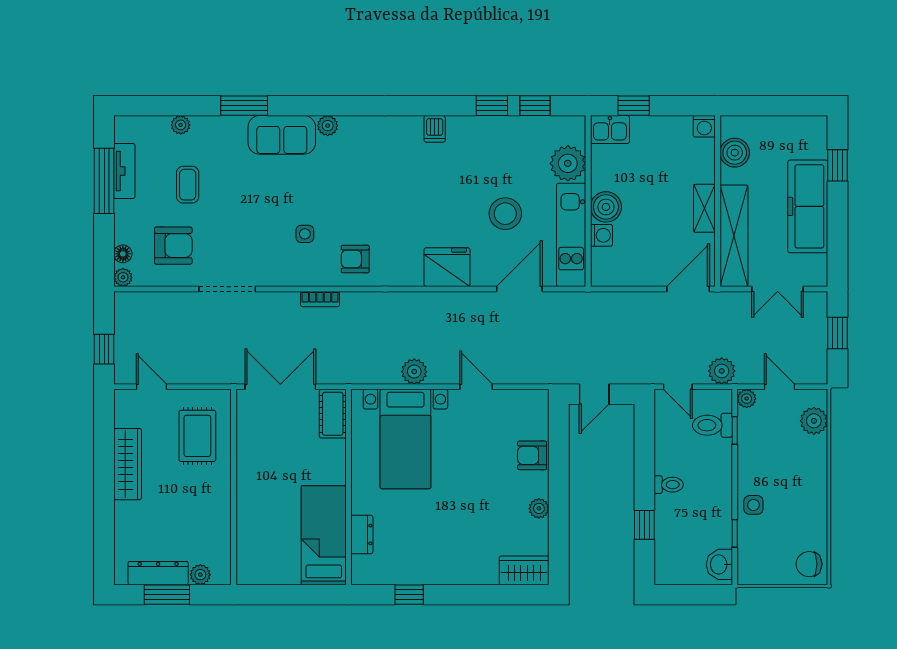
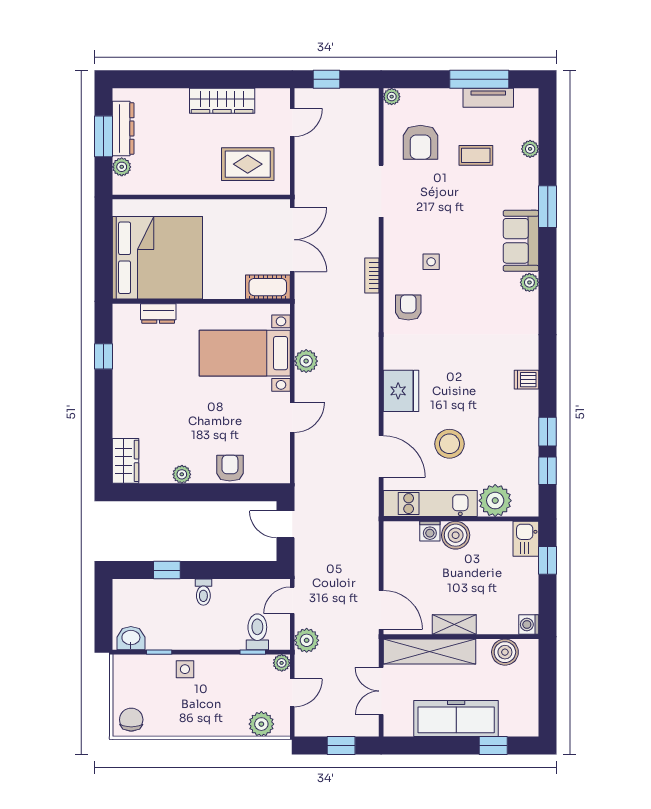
floor lamp: (123, 254) -> (413, 96), removed
bed: (324, 535) -> (157, 258), width x2.04

